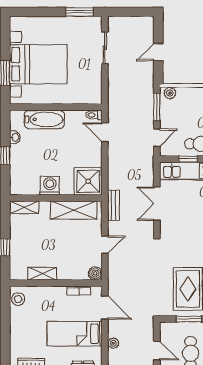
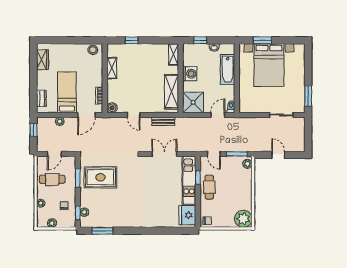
shower: (88, 181) -> (193, 102), moved
washing machine: (50, 186) -> (190, 74), moved
wall: (56, 198) -> (181, 78), moved
shelving: (24, 207) -> (174, 54), moved
shelving: (74, 210) -> (171, 92), moved

